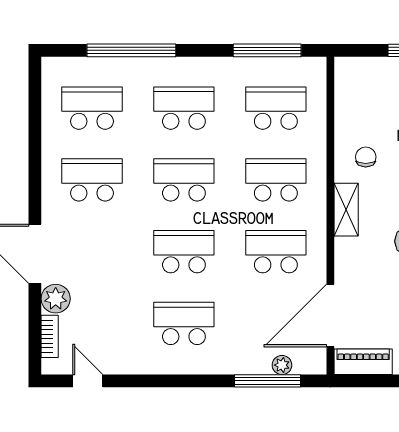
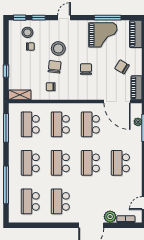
shelving: (346, 210) -> (20, 95), moved

